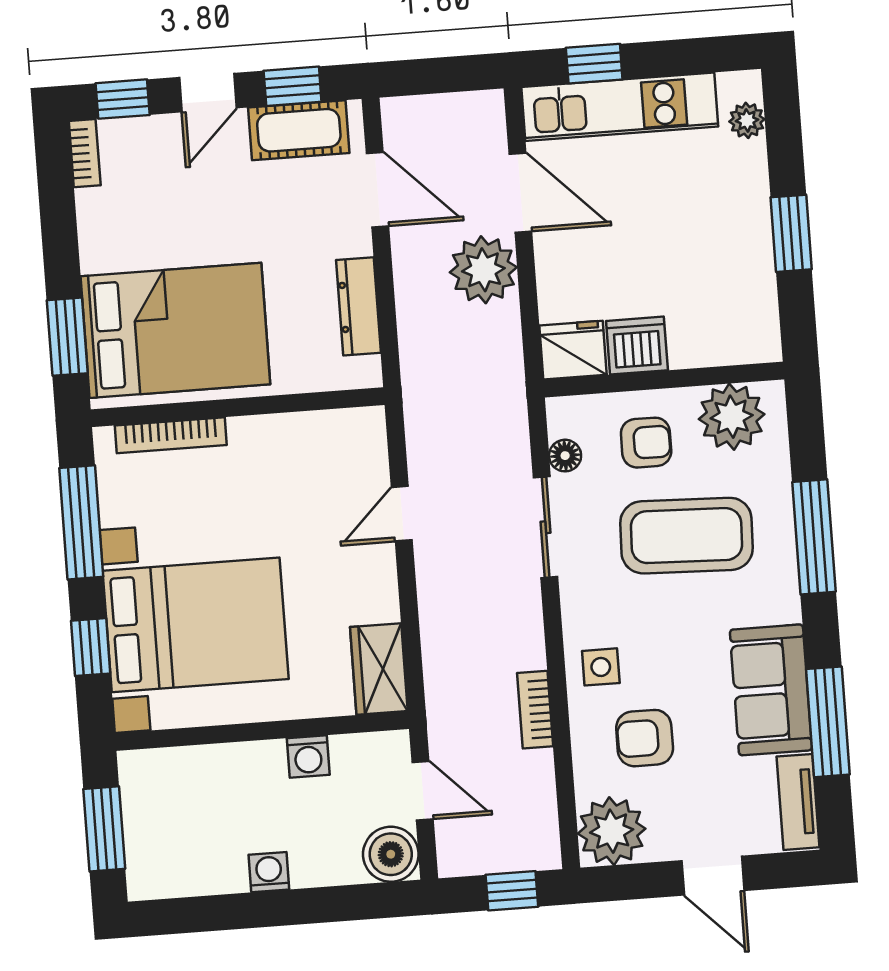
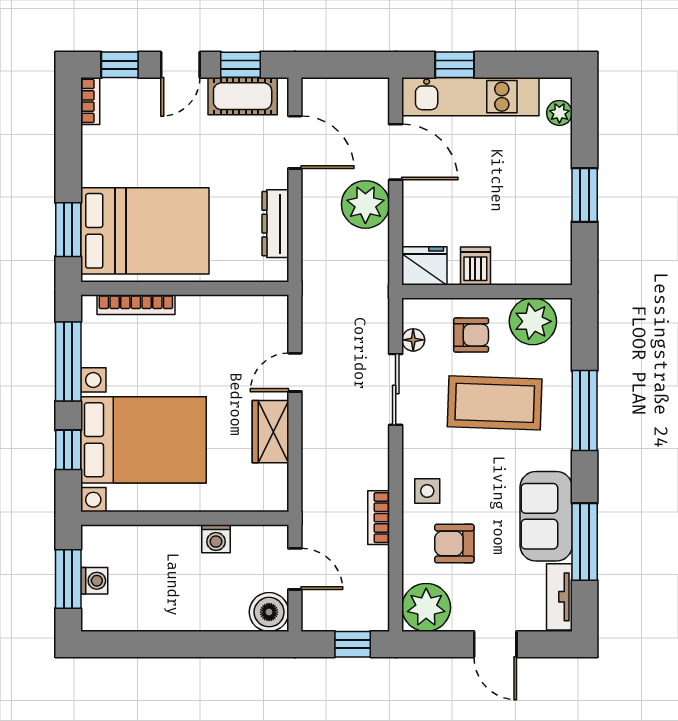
dishwasher: (637, 346) -> (475, 266), width x0.73
wardrobe: (379, 669) -> (270, 432), moved
washing machine: (269, 872) -> (94, 581), moved, turned 90

